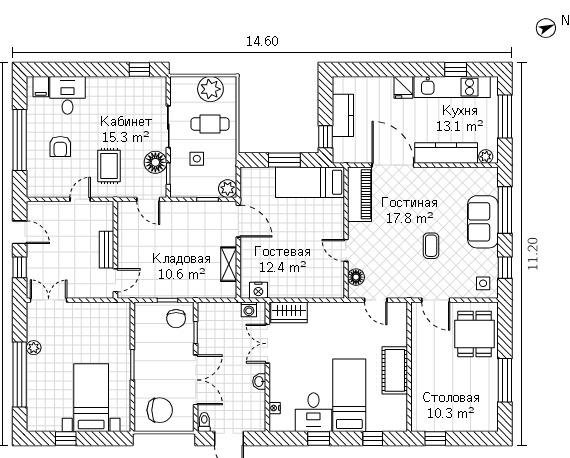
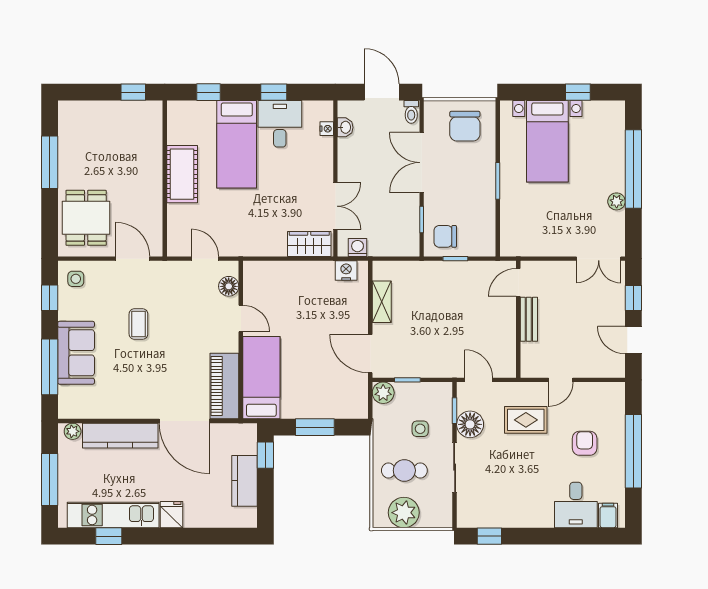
rug: (109, 166) -> (526, 420), turned 90
bed: (310, 182) -> (261, 378), moved, turned -90
chair: (176, 319) -> (445, 236), turned -90
washbasin: (259, 382) -> (345, 127), moved
chair: (160, 410) -> (465, 126), turned -90

